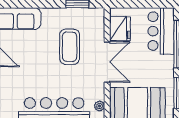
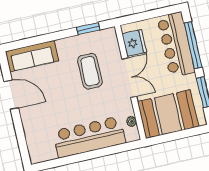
bar counter: (161, 31) -> (176, 45), width x1.36

